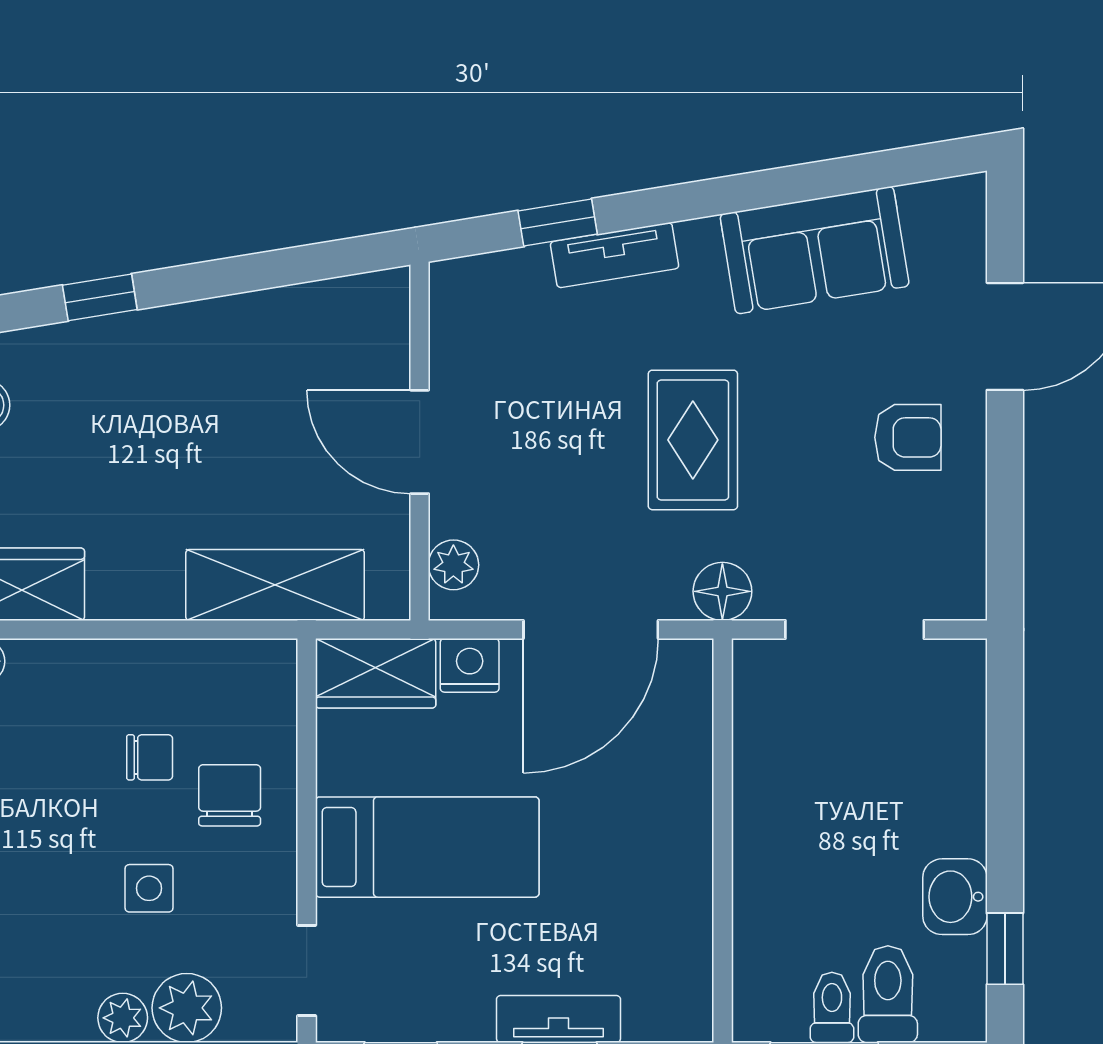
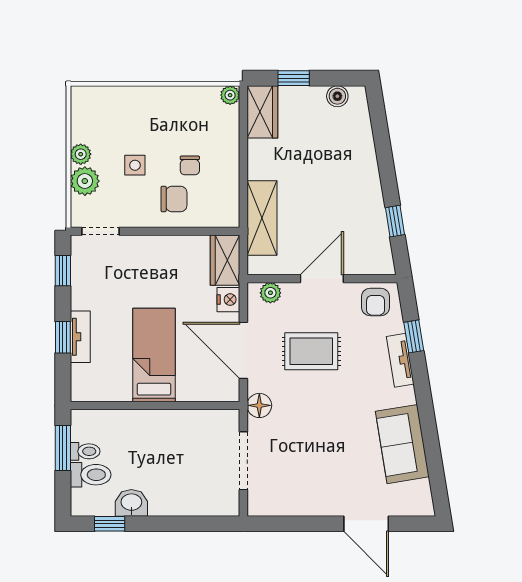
window: (100, 297) -> (395, 221), moved
armchair: (908, 437) -> (376, 302), moved
rug: (693, 440) -> (311, 351), moved
bed: (427, 847) -> (154, 355), moved, turned 180

